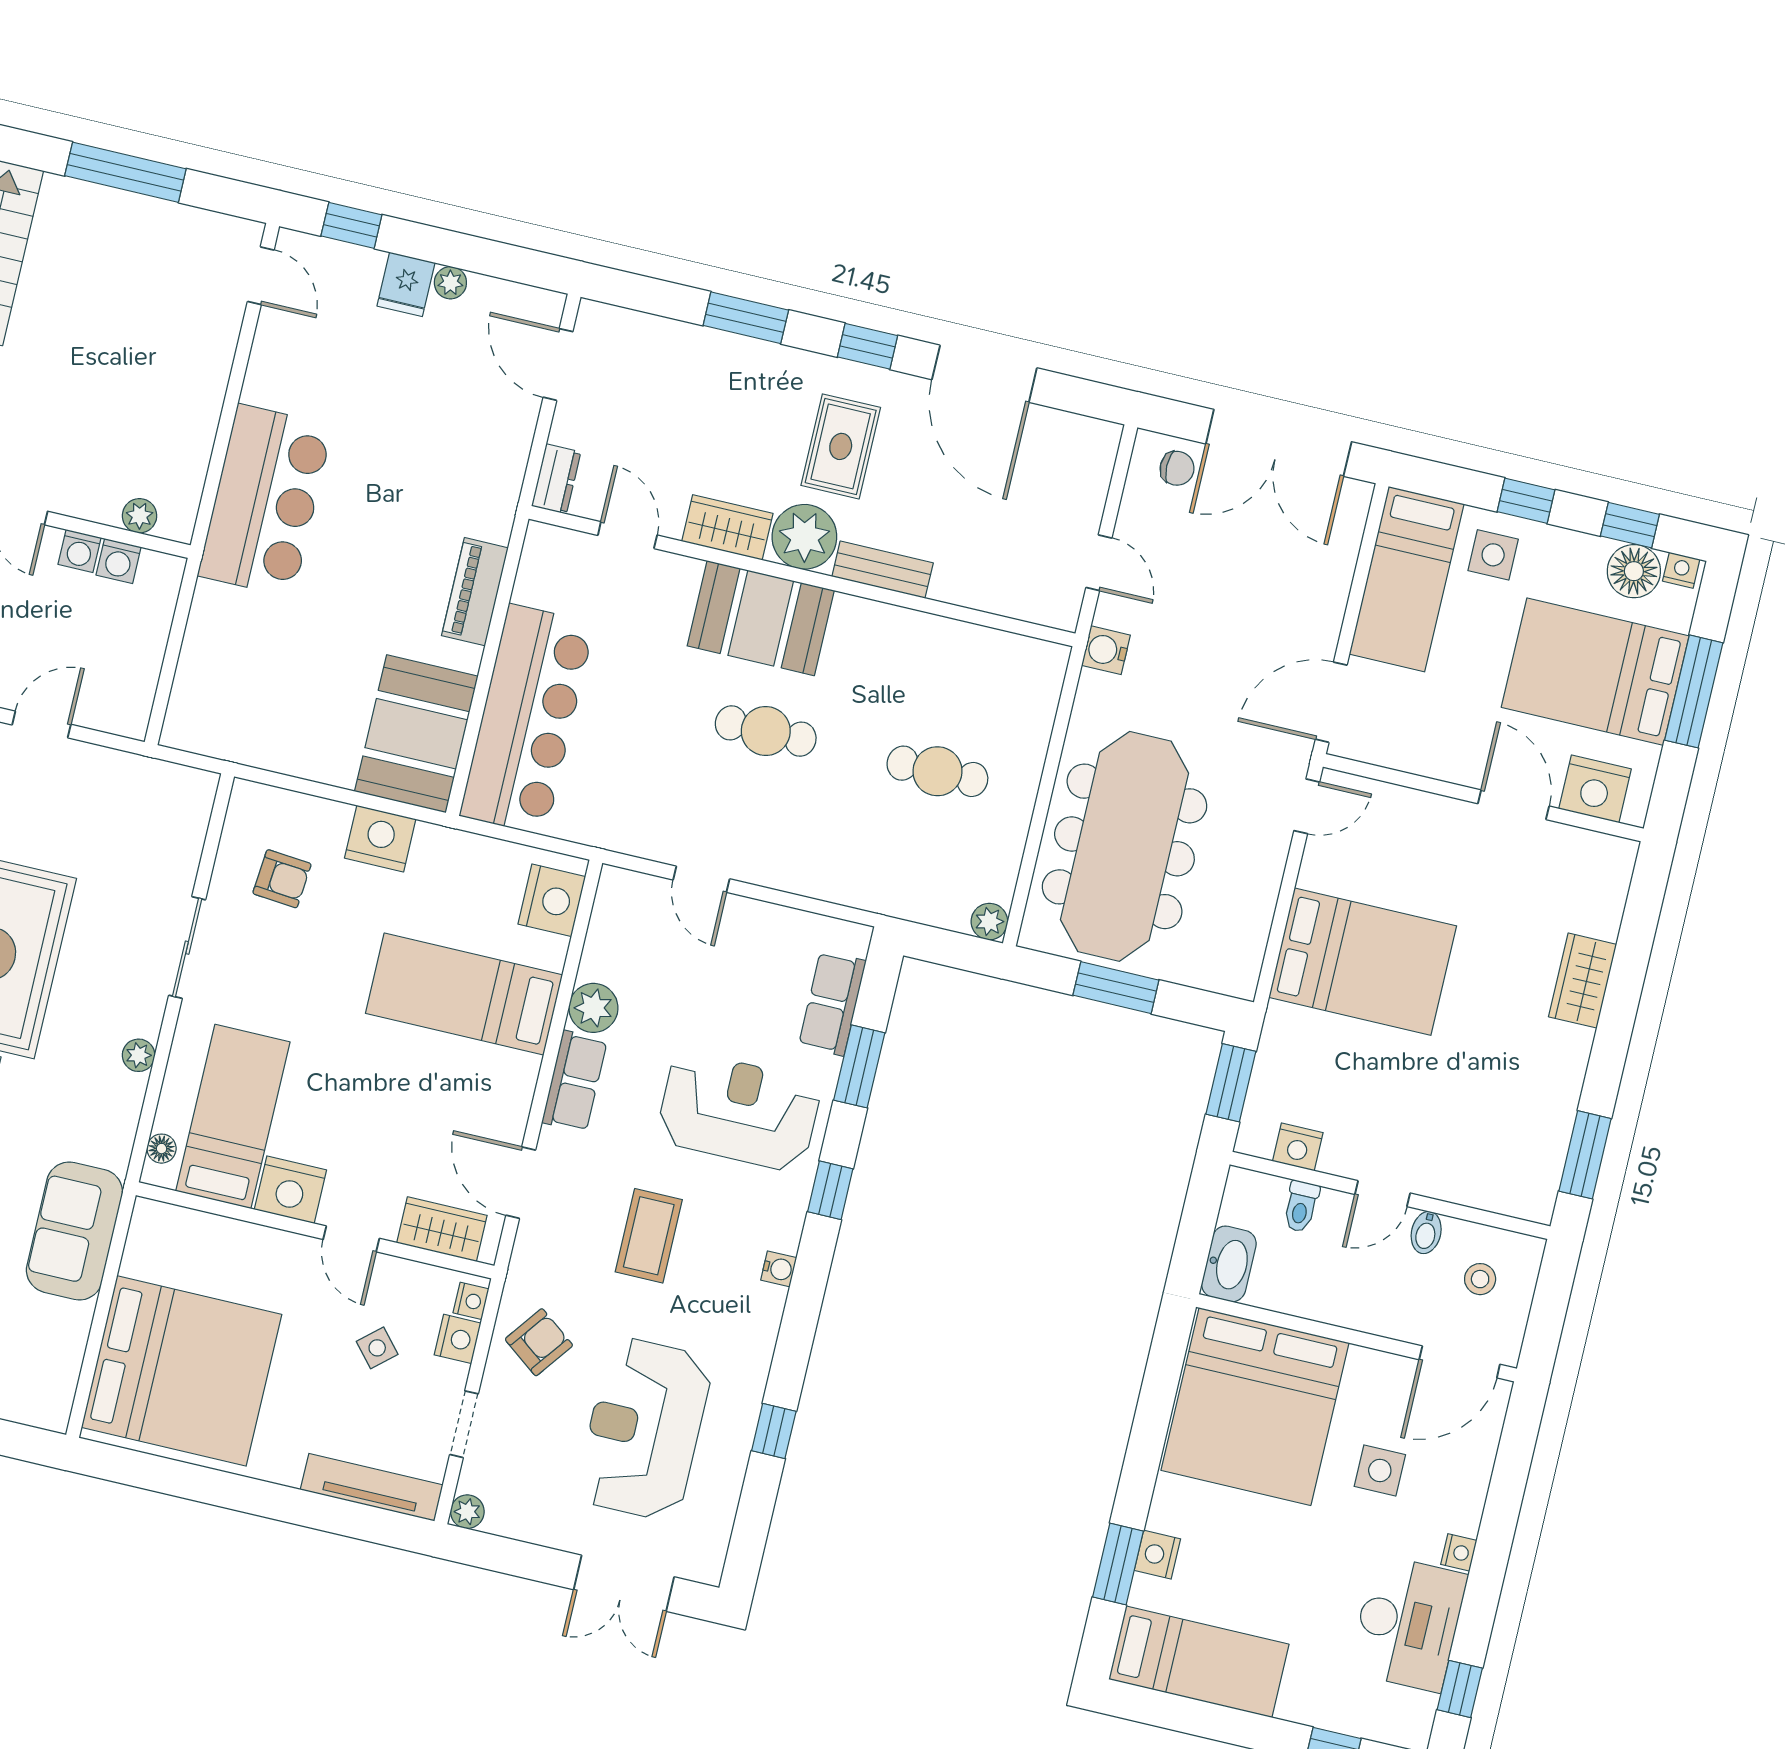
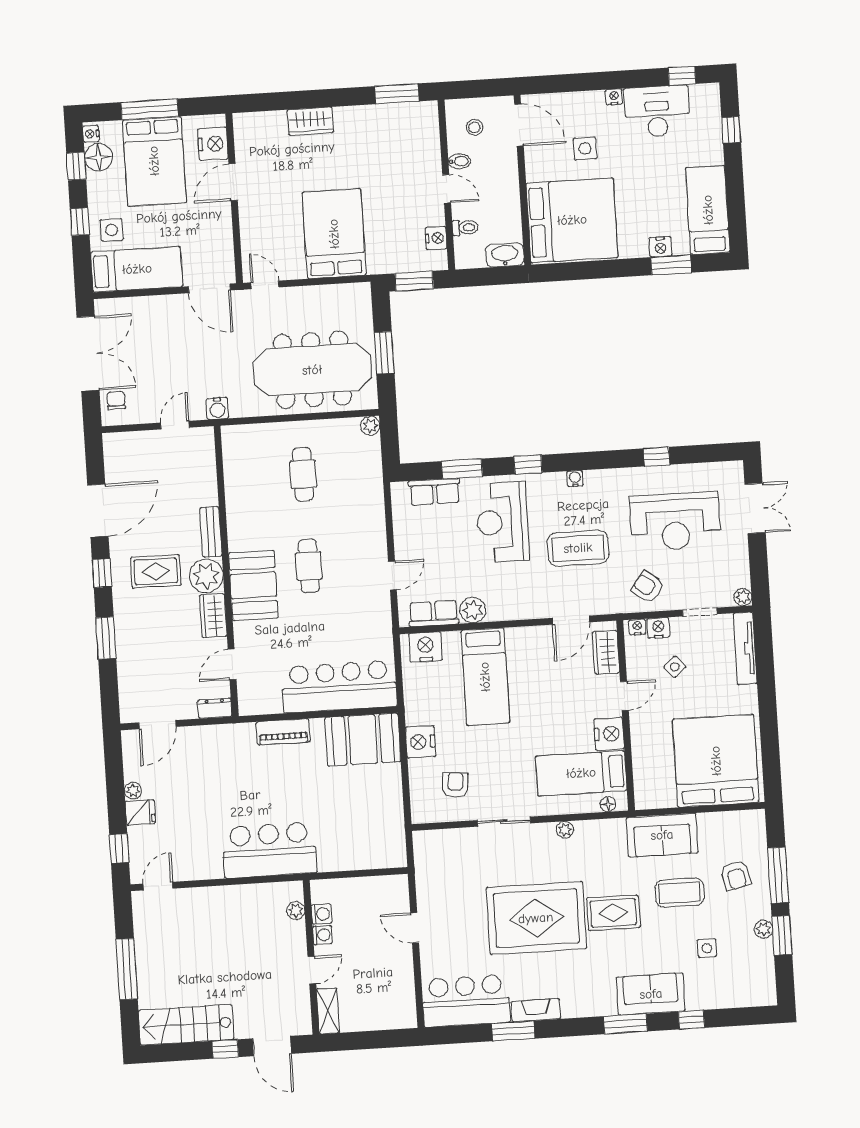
row of seats: (575, 1081) -> (434, 613), moved
coffee table: (649, 1236) -> (578, 548), width x1.36, depth x1.32

